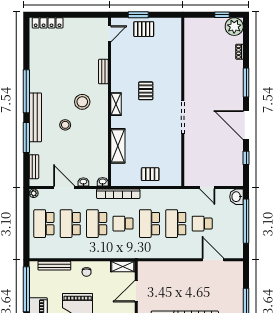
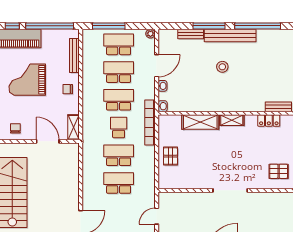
locker: (116, 81) -> (269, 121), added
pallet: (146, 91) -> (279, 171), moved
stool: (82, 102) -> (247, 85), removed
shelving: (116, 104) -> (232, 120), moved
bench: (34, 167) -> (191, 34), moved
school desk: (202, 224) -> (119, 211), removed
window: (26, 233) -> (109, 26), added

